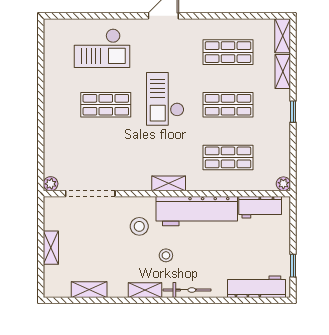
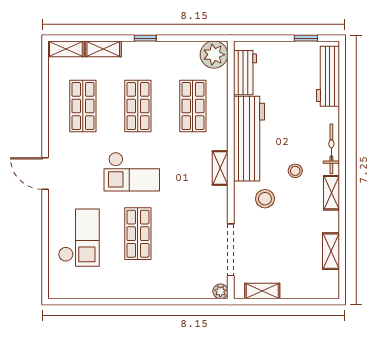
plant: (283, 184) -> (214, 55), width x1.88, depth x1.88
shelving: (51, 248) -> (262, 291), moved

